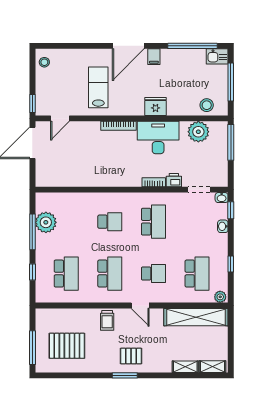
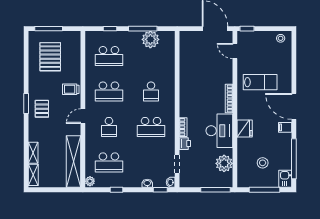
stool: (207, 105) -> (263, 163), moved

